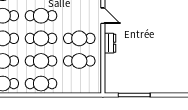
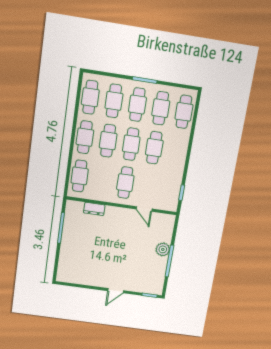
door: (103, 16) -> (144, 209), hinge flipped
dresser: (110, 43) -> (94, 209), moved
cafe table: (79, 61) -> (80, 176), moved

